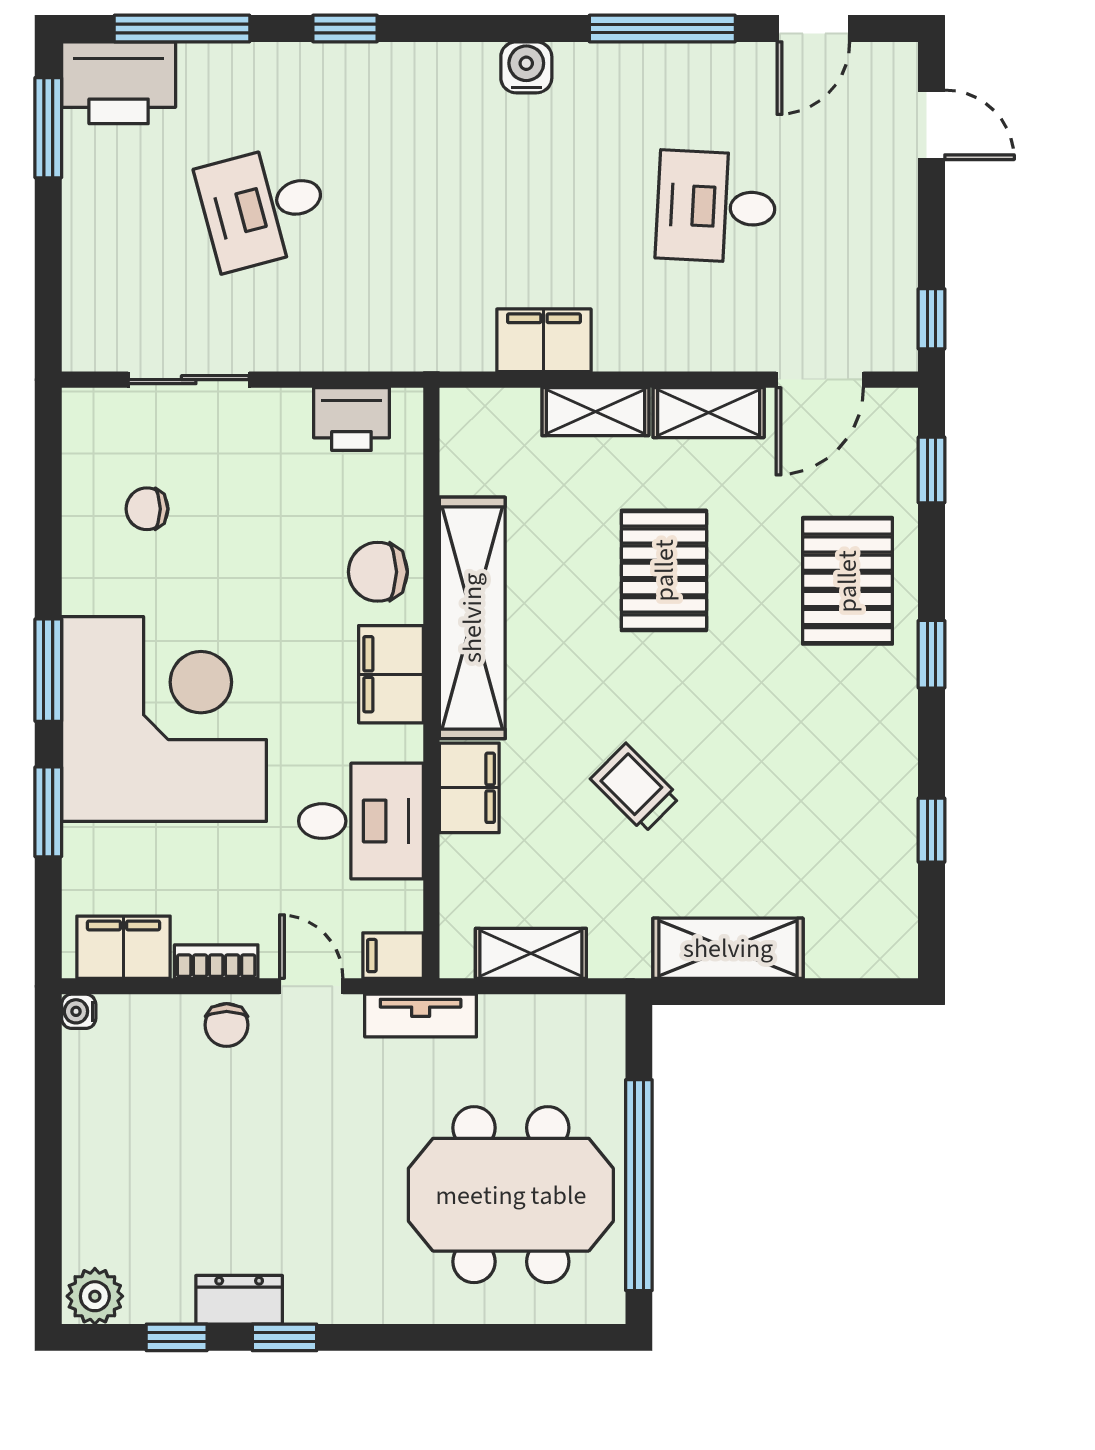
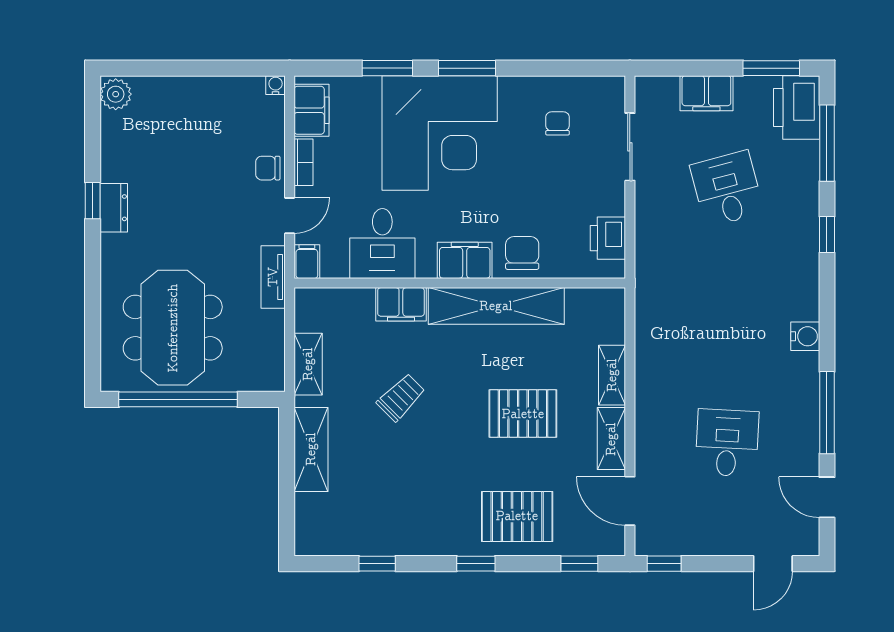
filing cabinet: (544, 340) -> (706, 93), moved, turned 90
shelving: (531, 953) -> (308, 364), moved
dresser: (239, 1300) -> (114, 208), moved
window: (177, 1337) -> (93, 140), removed

